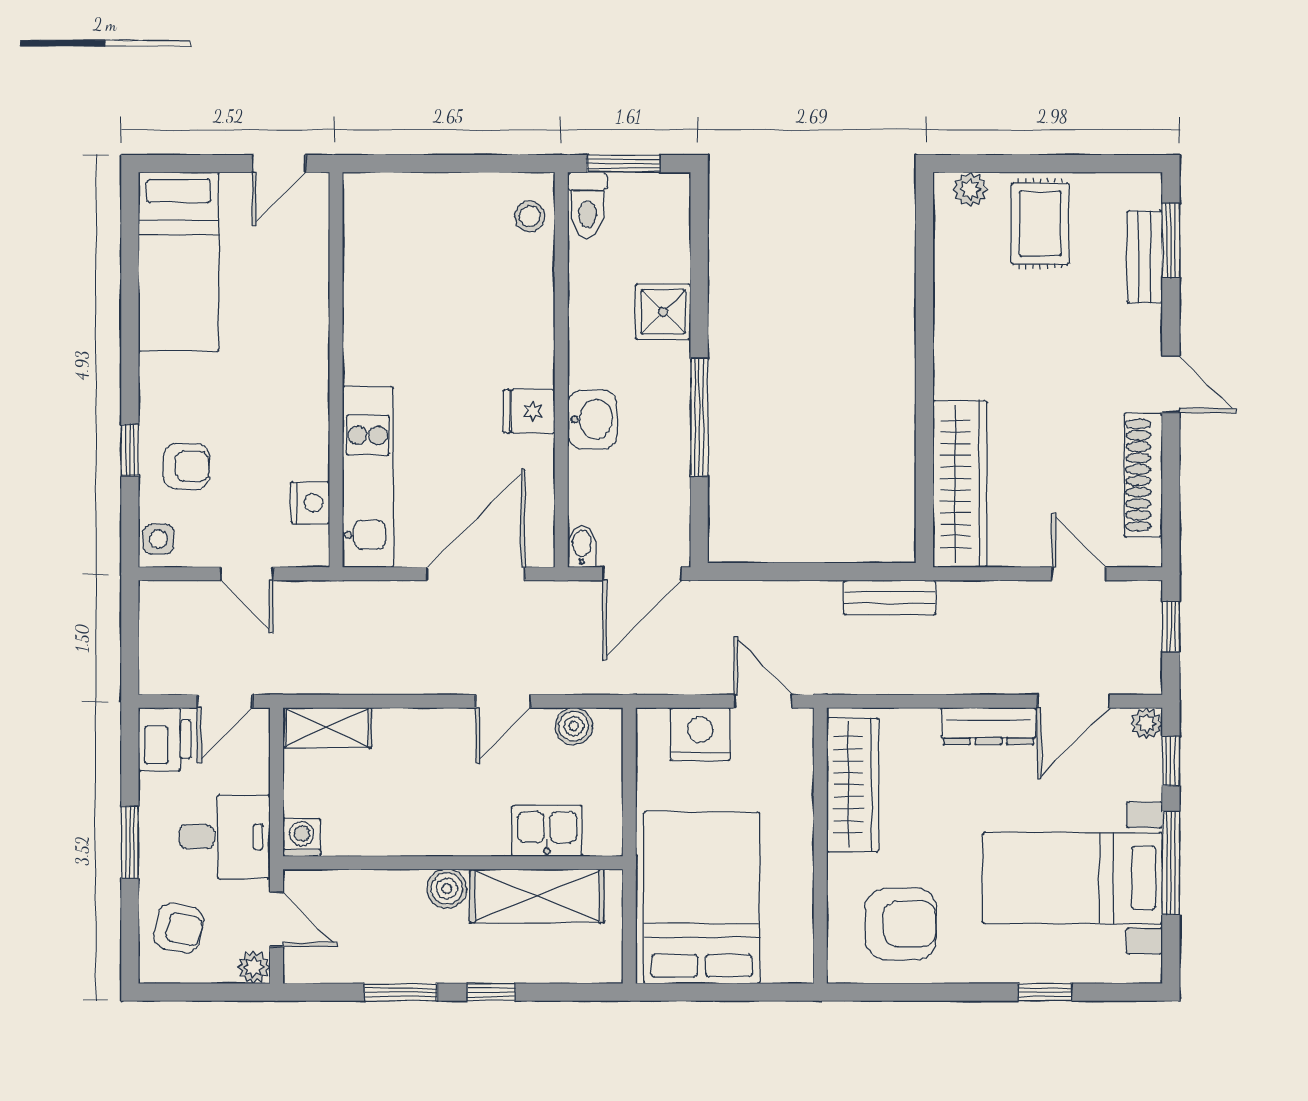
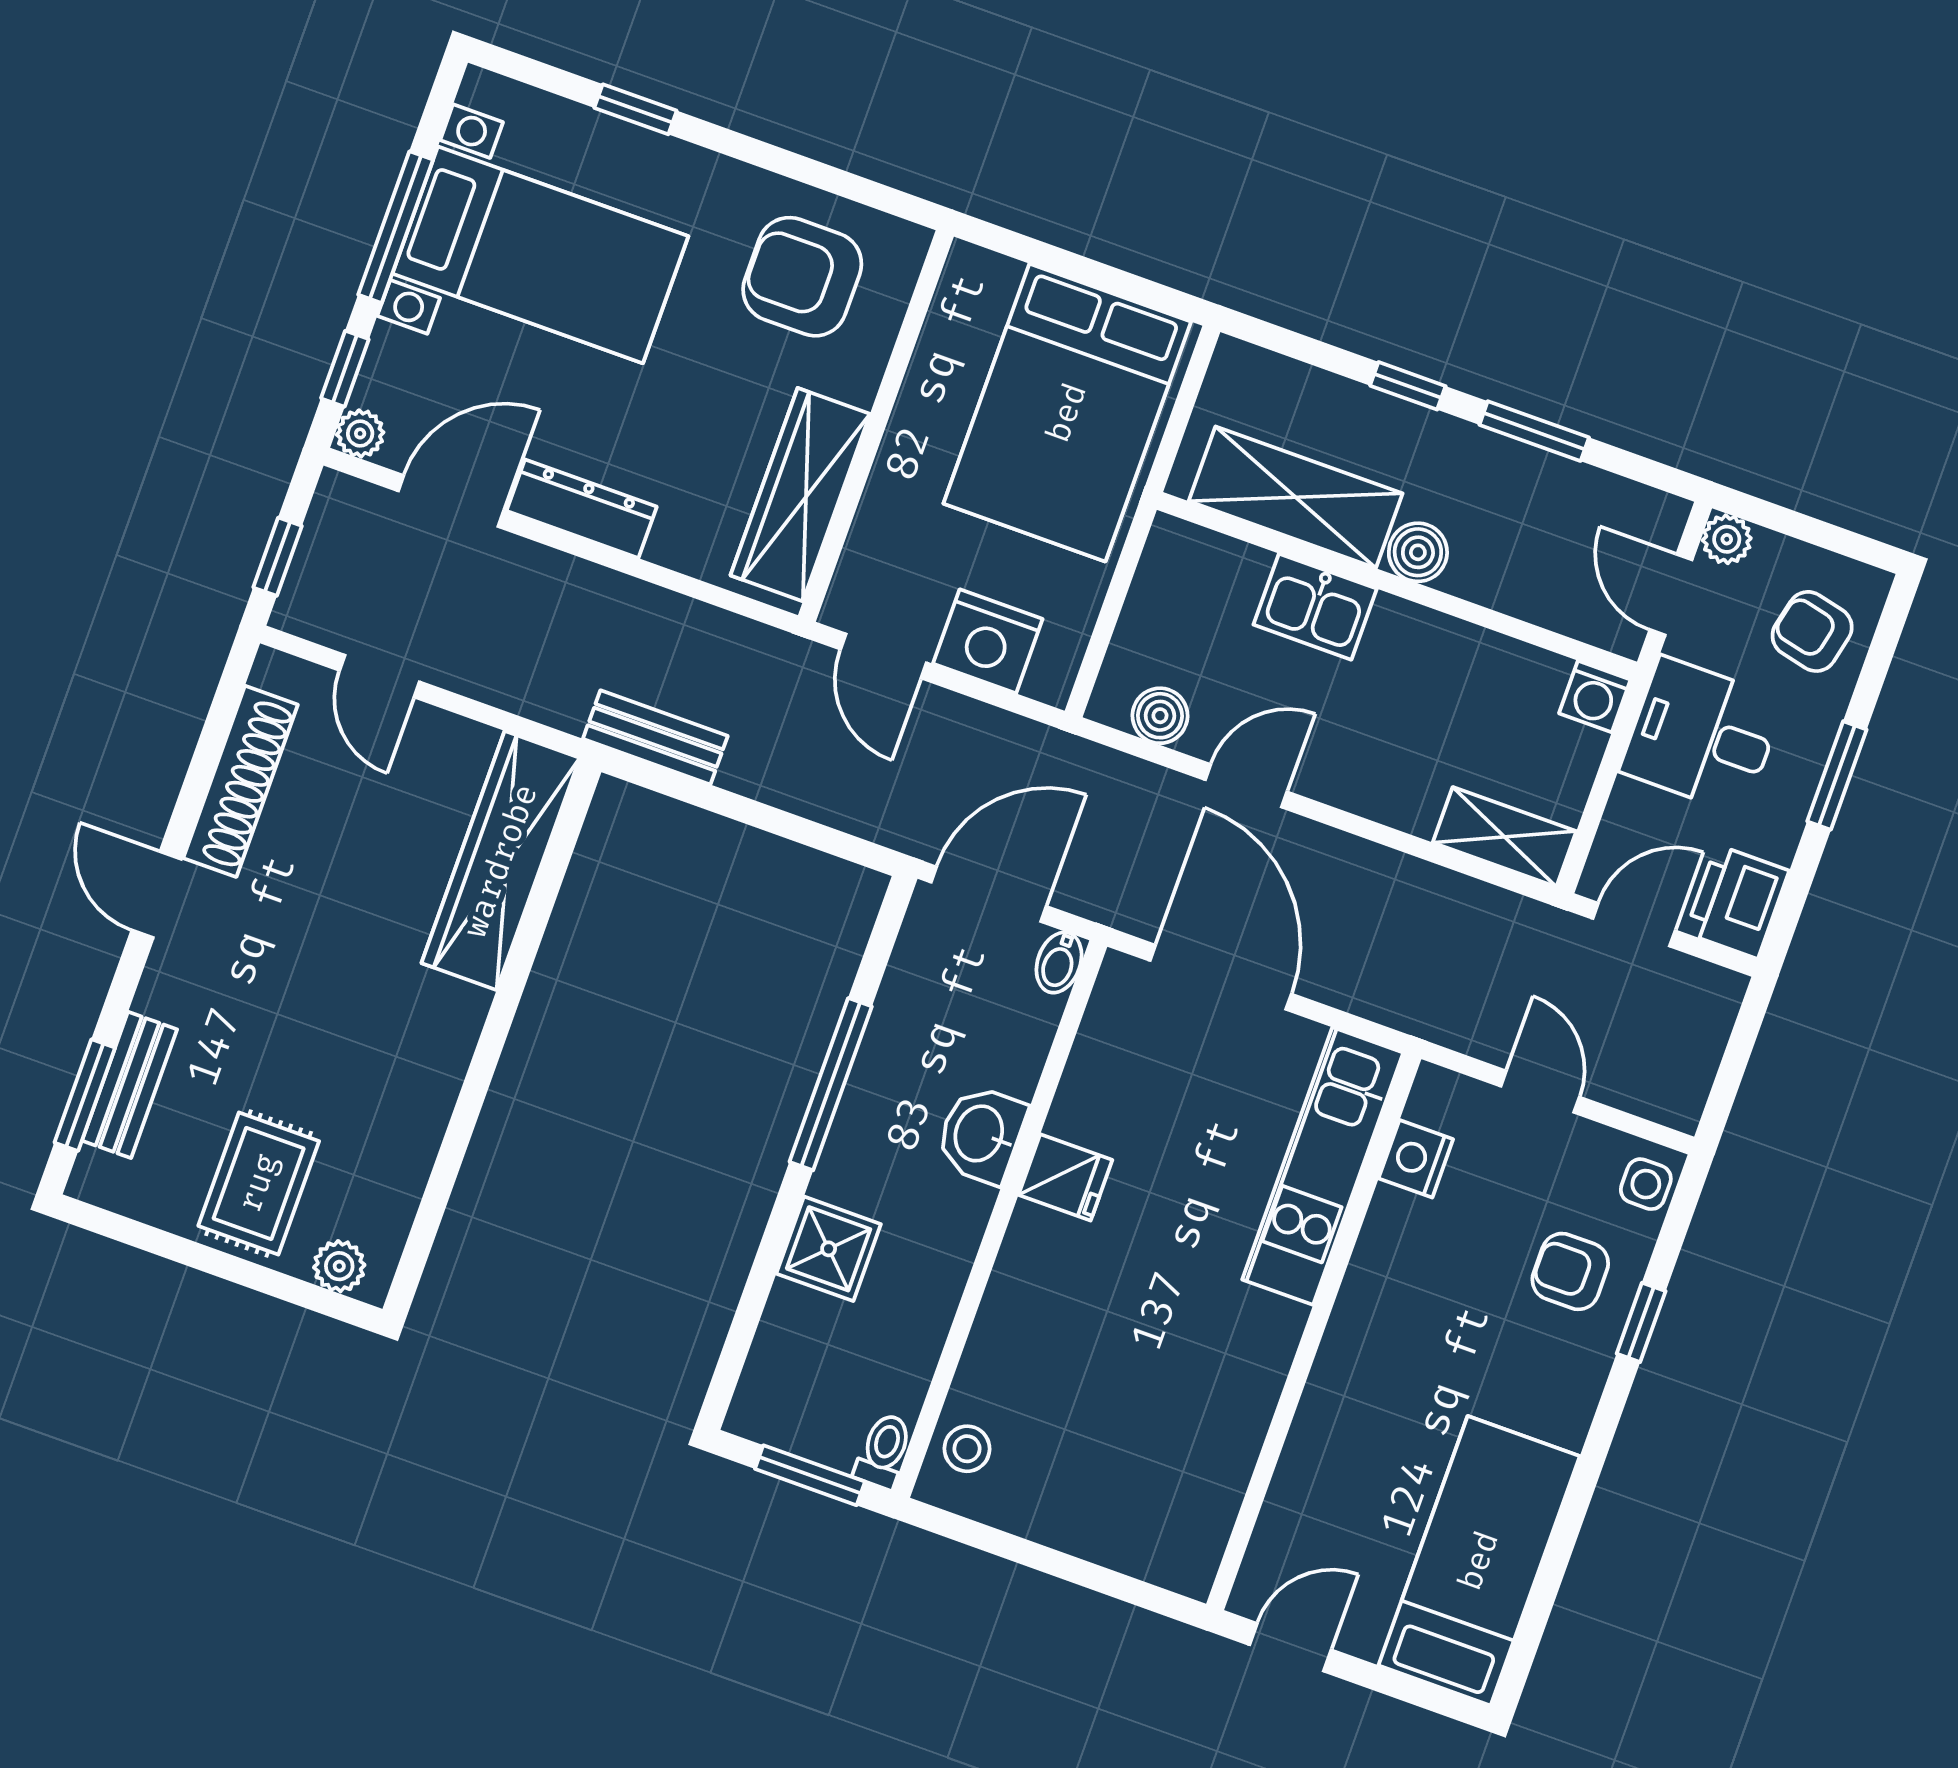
toilet: (587, 205) -> (884, 1451), width x0.73, depth x0.72
door: (476, 574) -> (1221, 977), swing flipped
kitchen sink: (547, 831) -> (1315, 607), moved

